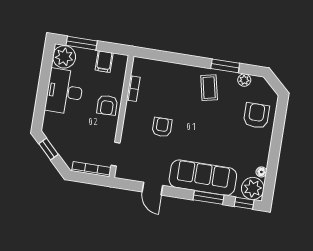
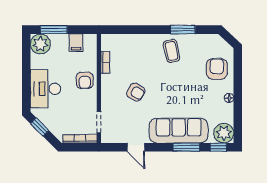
plant: (244, 80) -> (201, 39), removed
desk: (64, 92) -> (45, 89), moved
armchair: (162, 127) -> (136, 92), turned 120
floor lamp: (261, 172) -> (229, 98), moved

